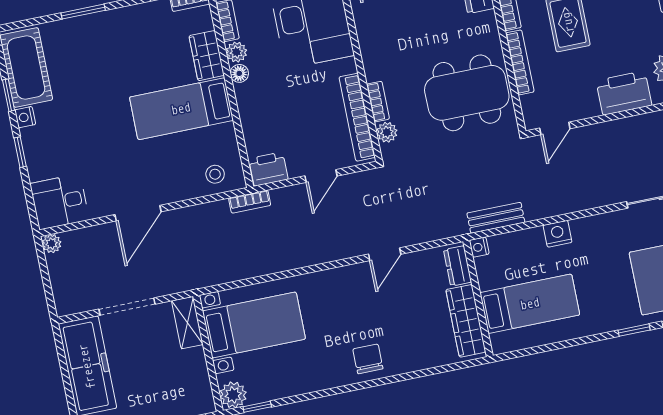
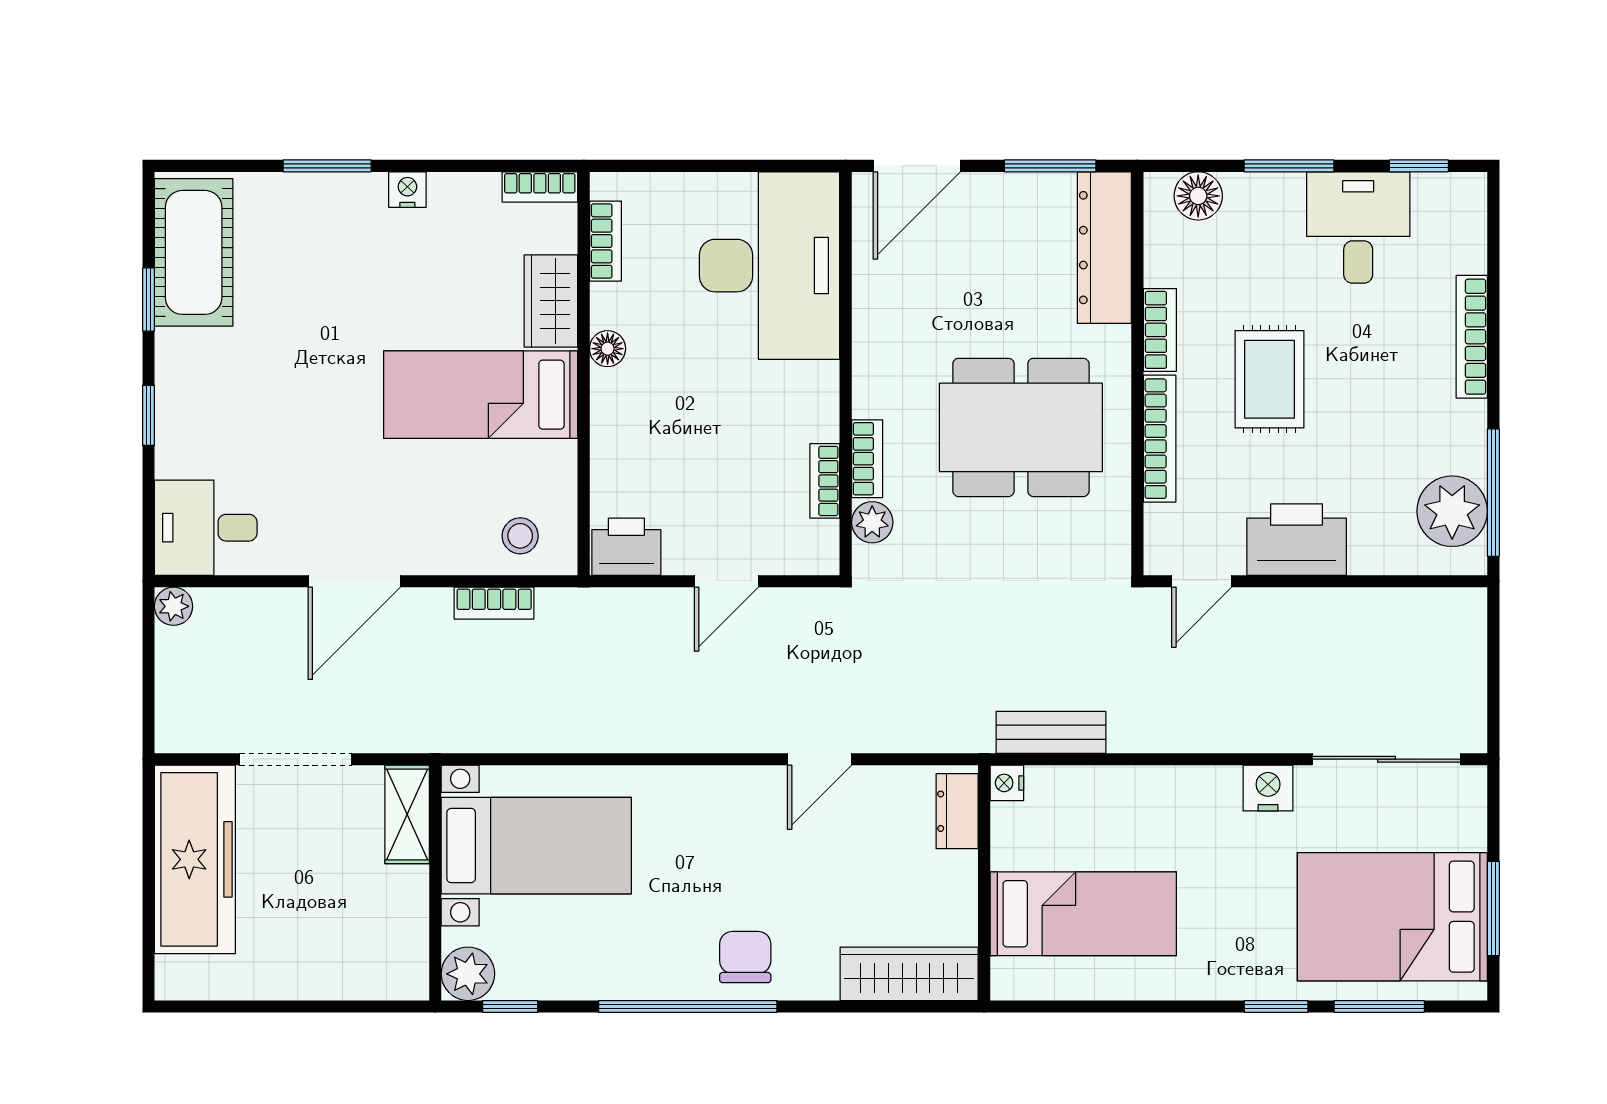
plant: (236, 52) -> (610, 306), removed
dining table: (467, 93) -> (1021, 427), moved
printer: (624, 93) -> (1297, 540), moved
nightstand: (25, 117) -> (407, 190), moved, turned 90
bookcase: (357, 117) -> (825, 481), width x0.43, depth x0.76
bookcase: (250, 202) -> (494, 603), moved
nightstand: (558, 234) -> (1268, 788), moved
wardrobe: (466, 321) -> (909, 974), moved, turned 90
window: (345, 389) -> (688, 1006), added

